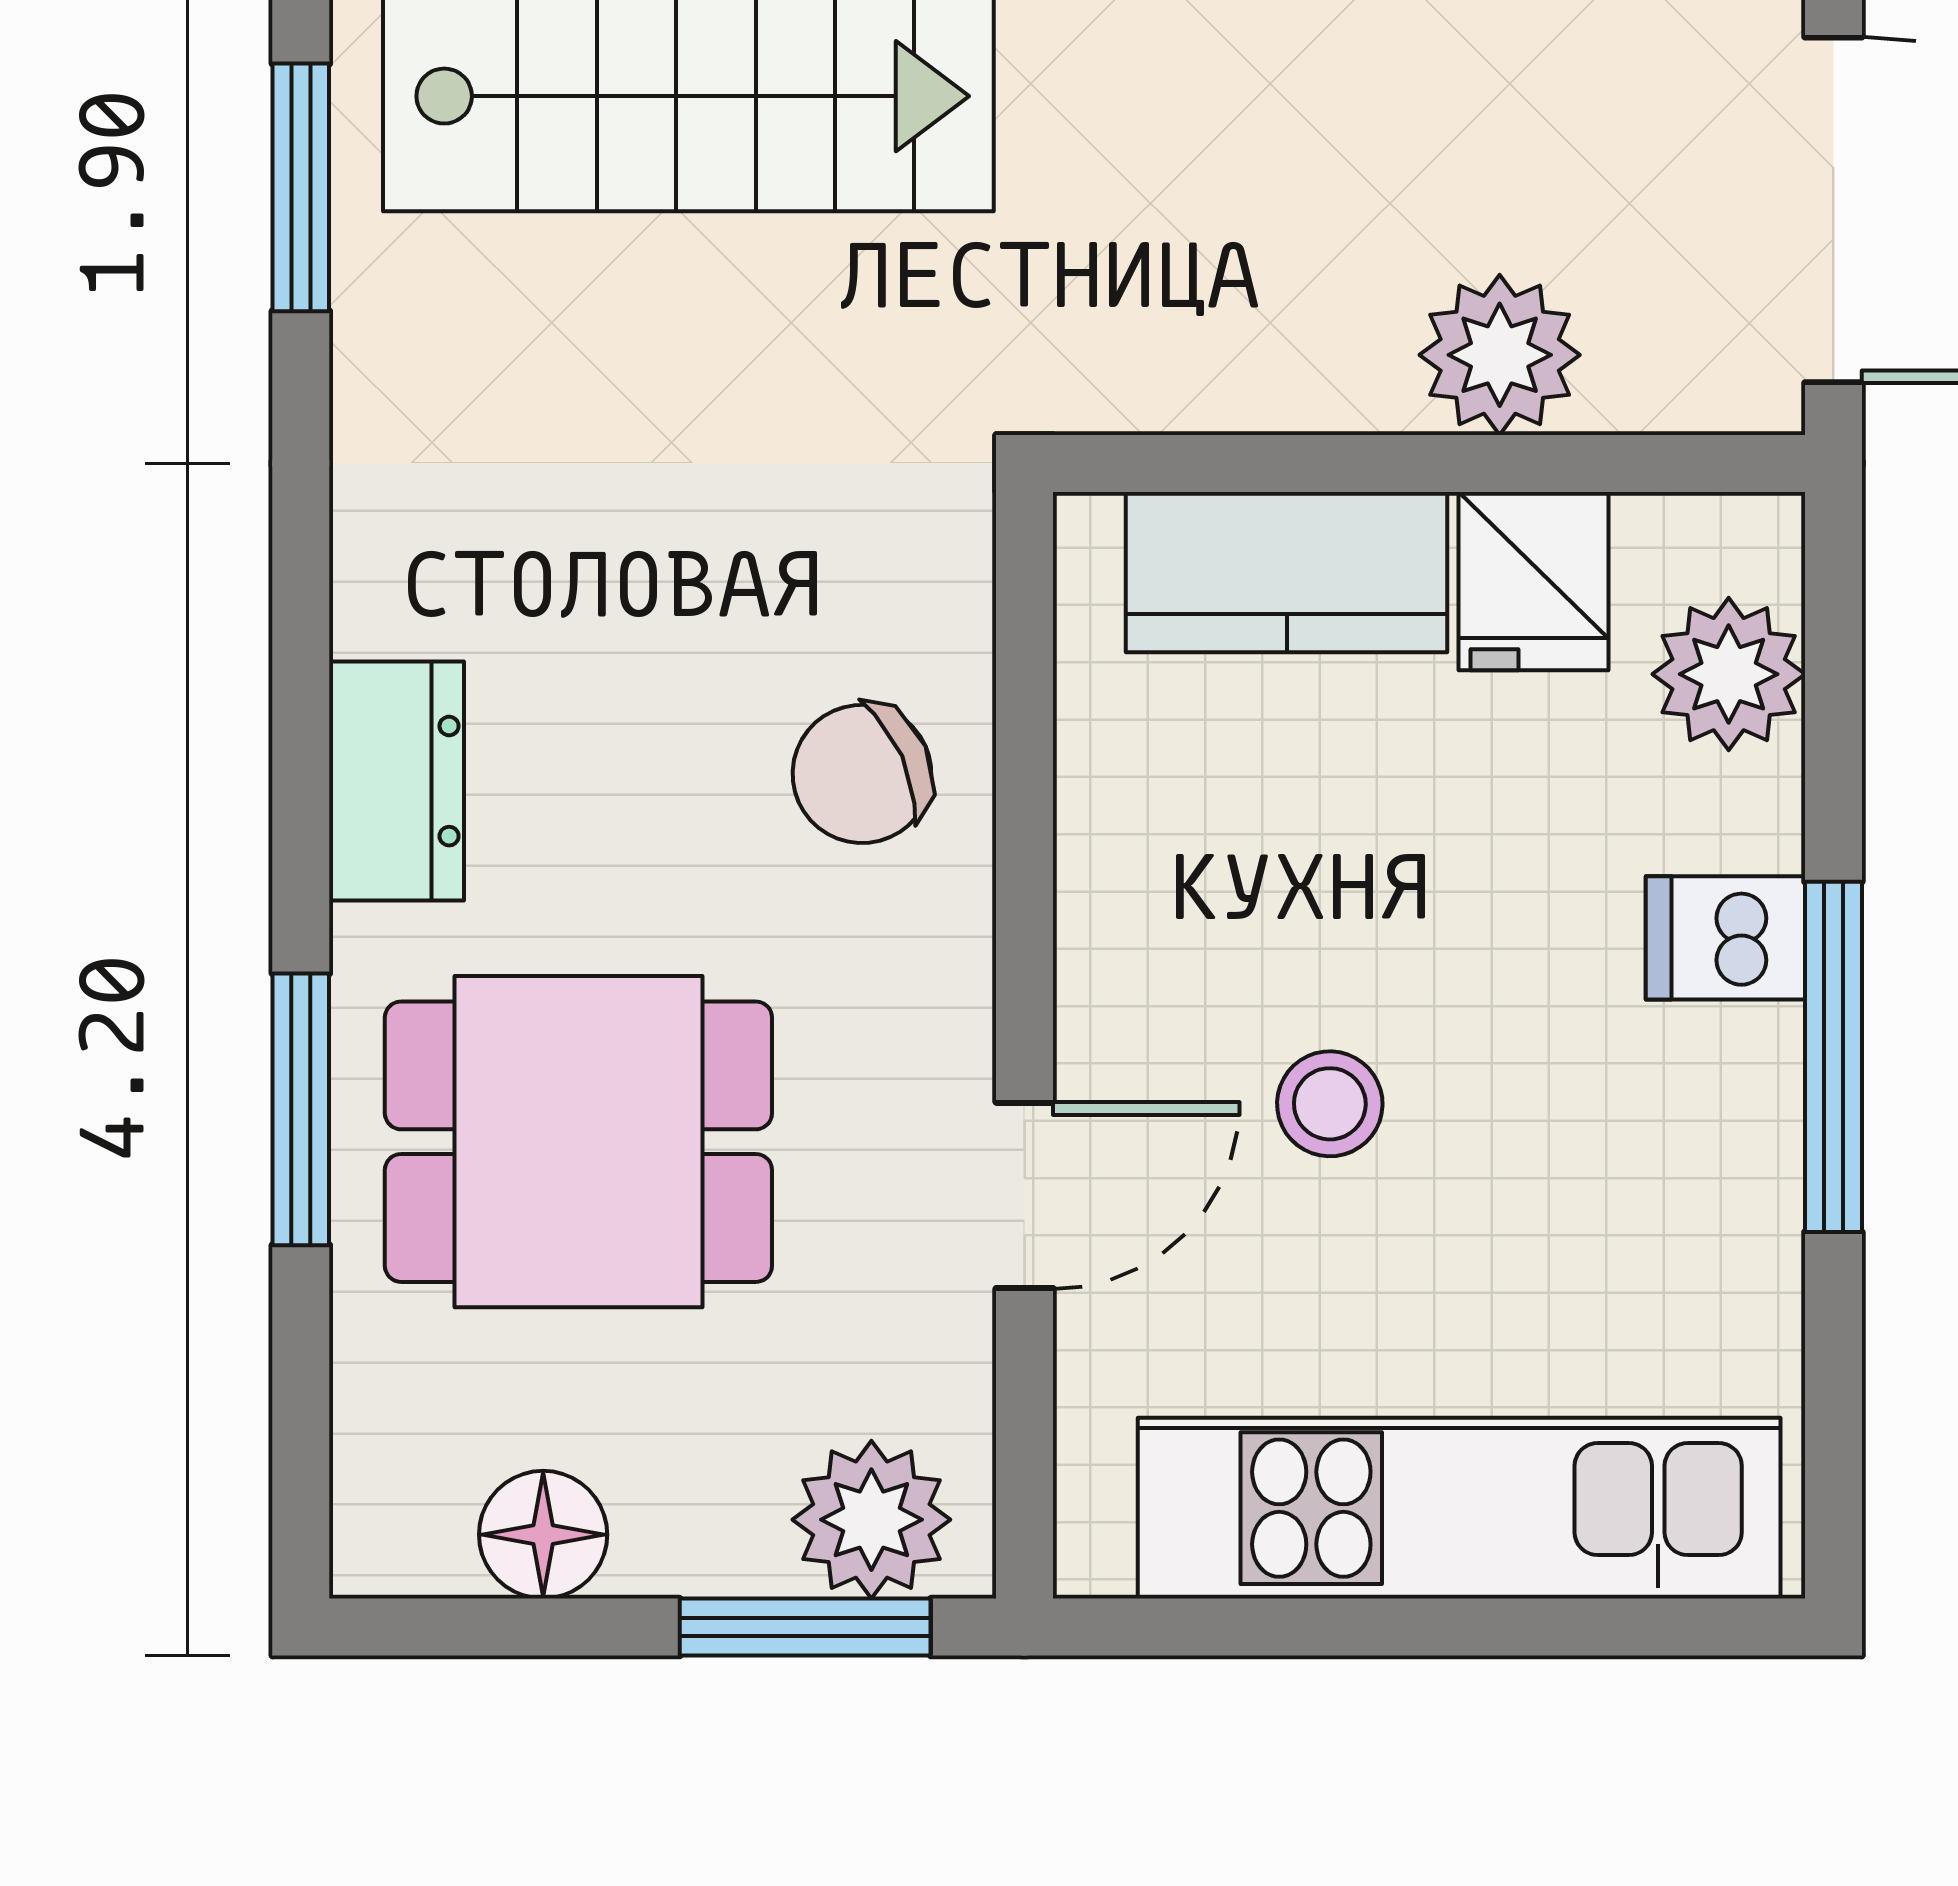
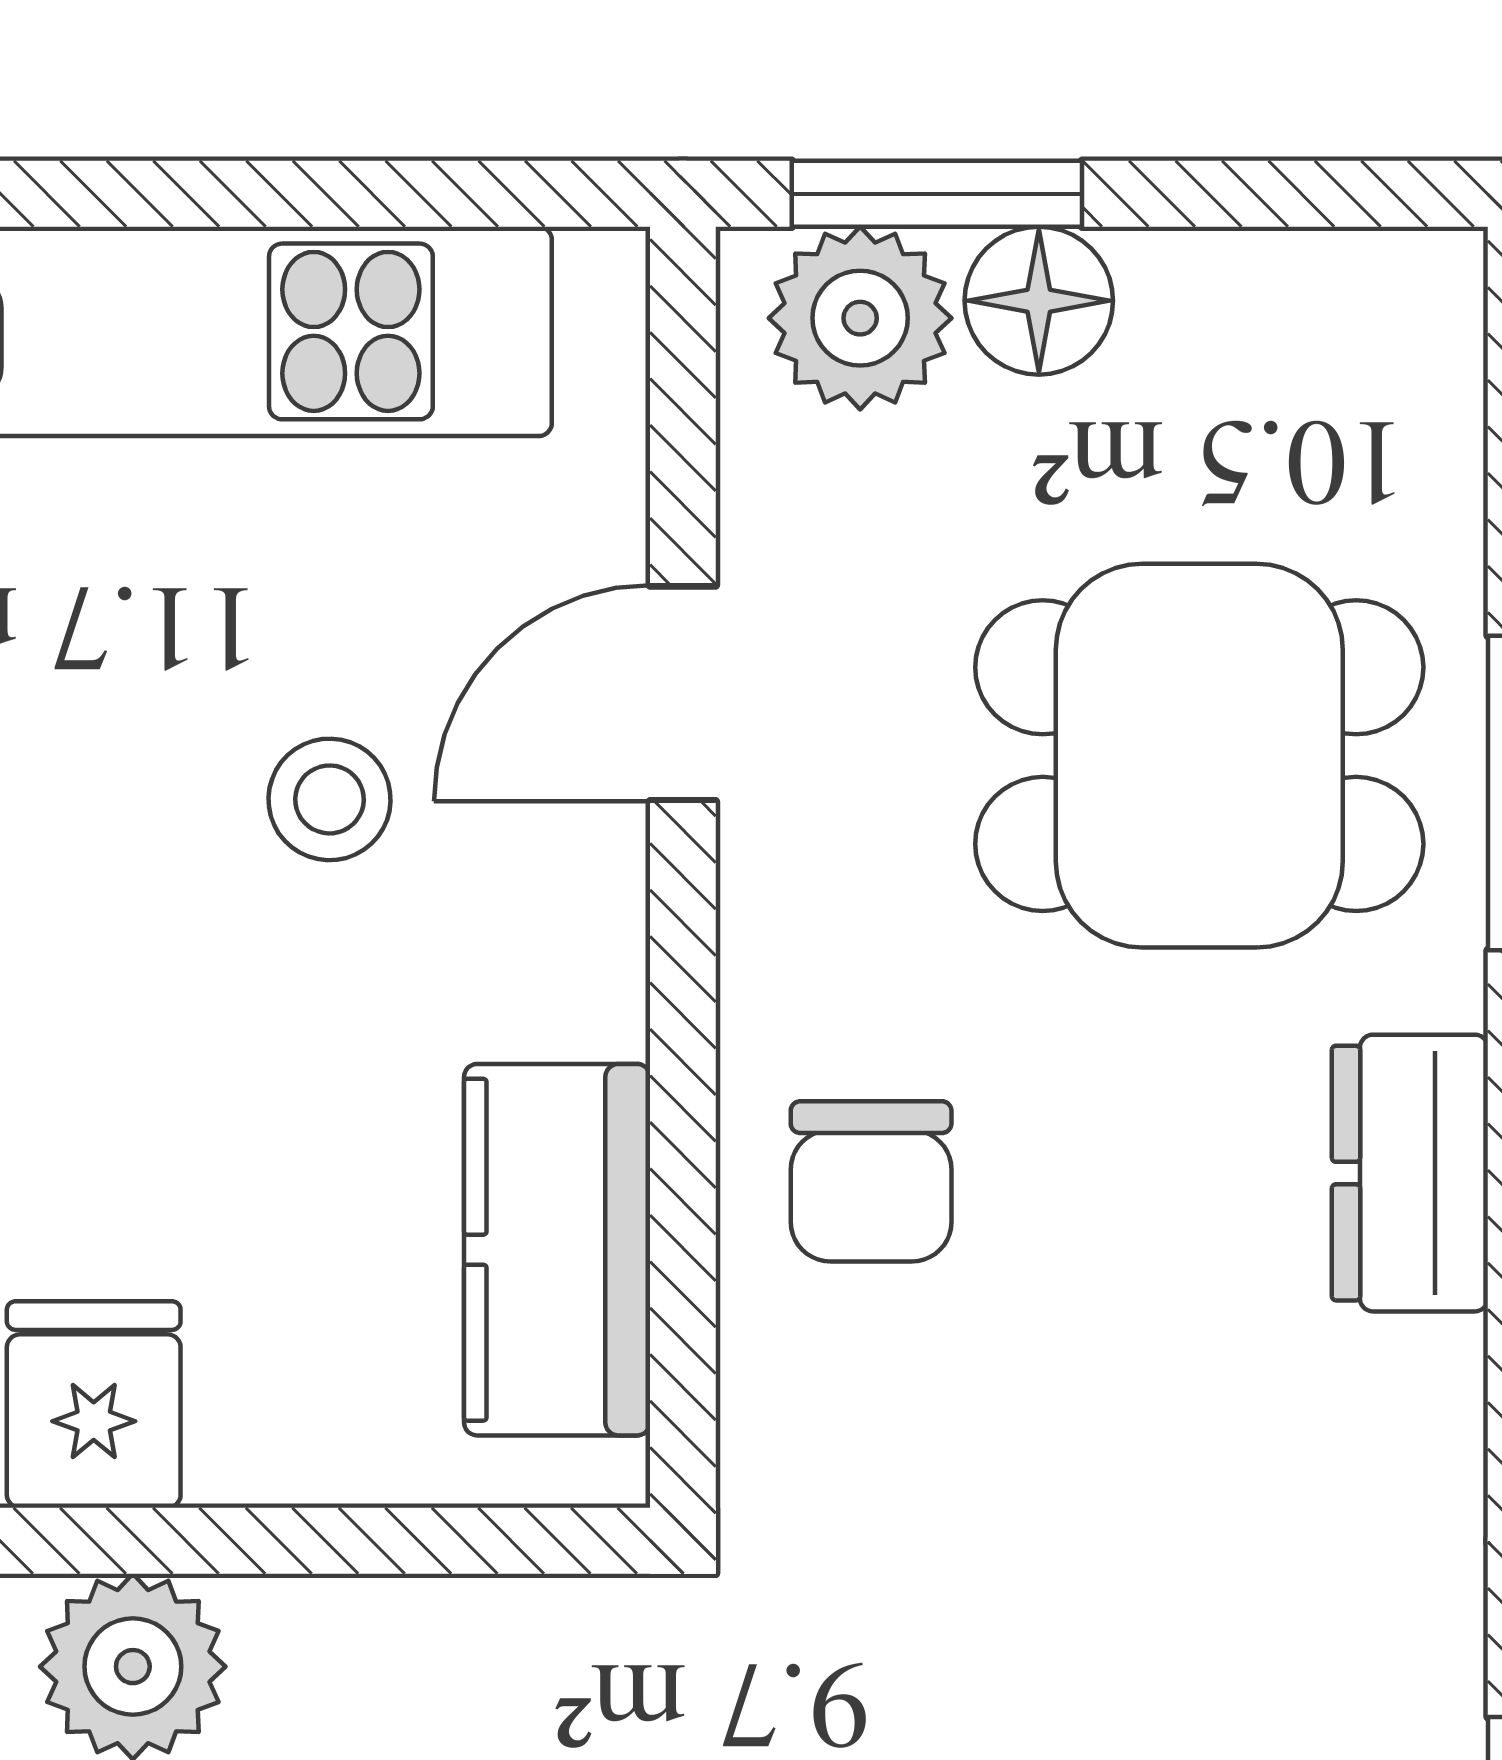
kitchen counter: (1287, 572) -> (557, 1250), moved, turned -90
chair: (862, 774) -> (871, 1181), turned 114
floor lamp: (543, 1535) -> (1039, 301), moved

